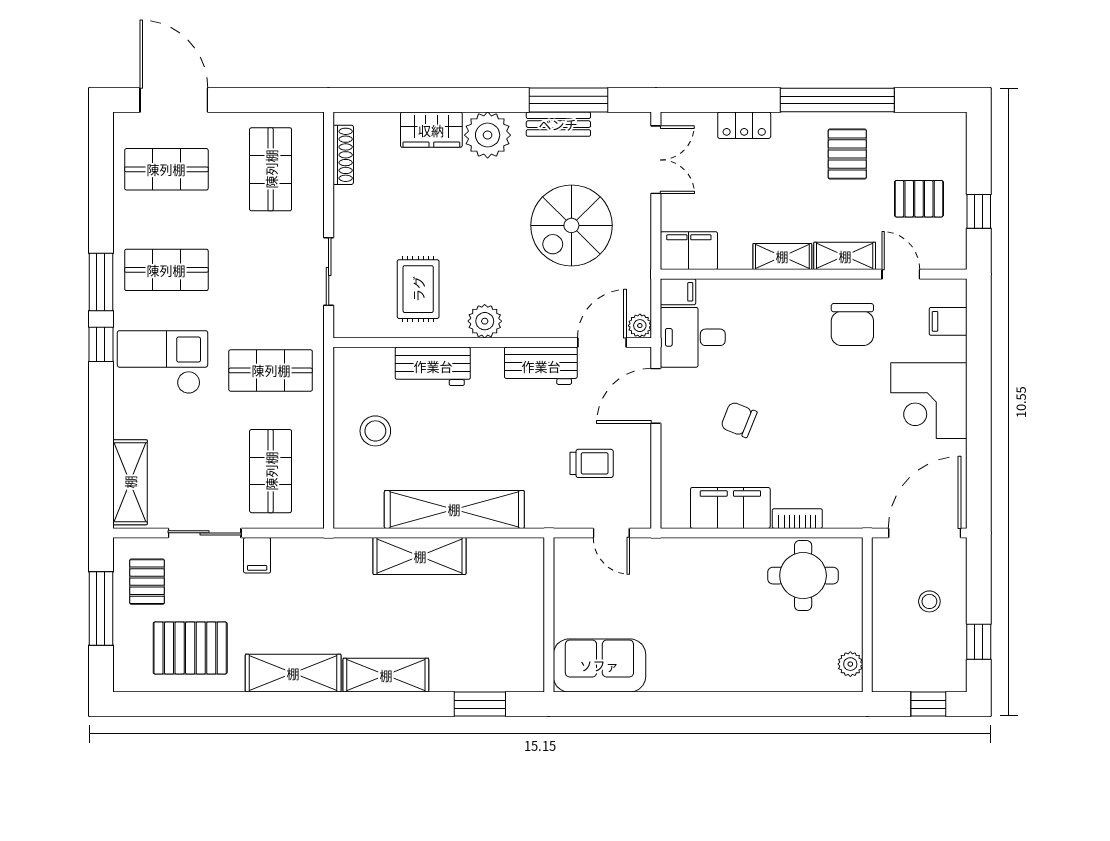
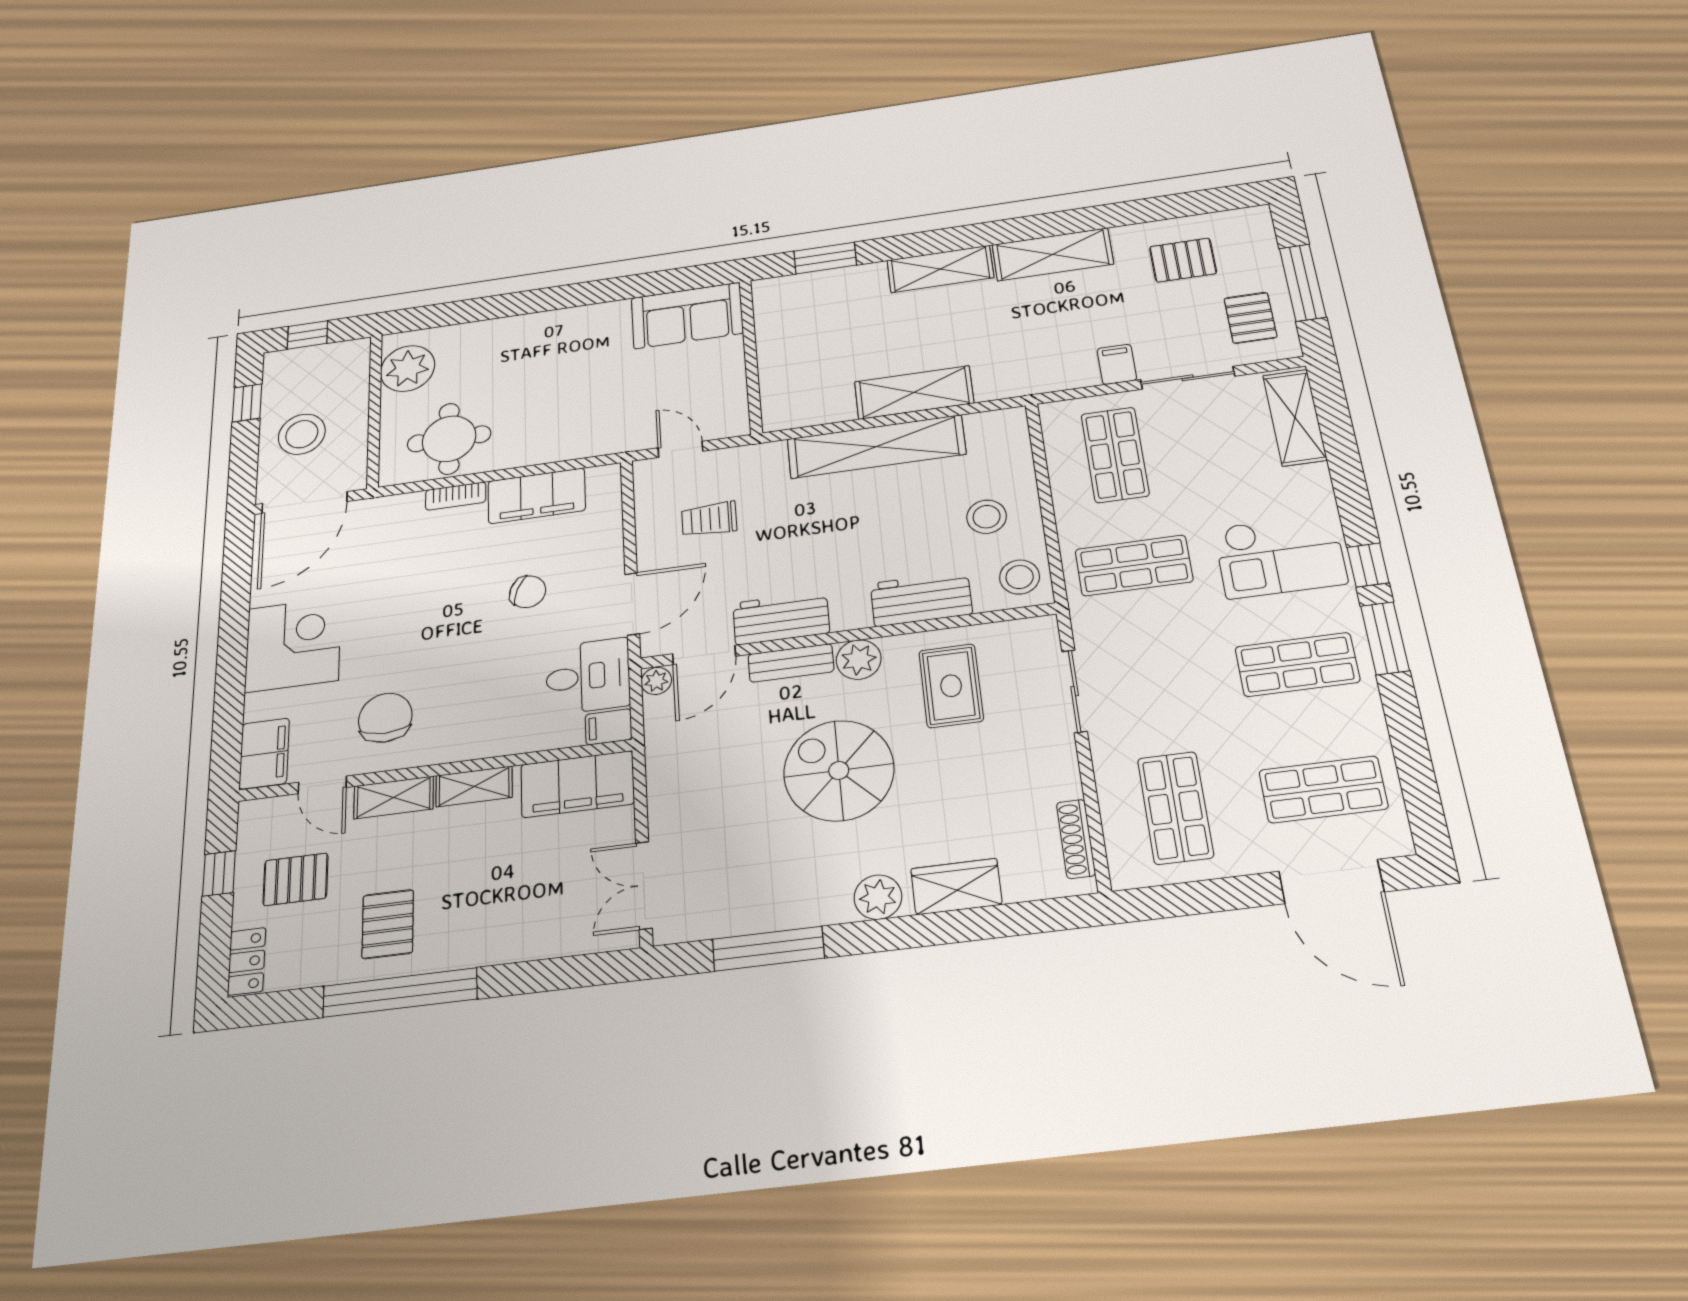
bench: (558, 124) -> (791, 663), moved
locker: (744, 125) -> (247, 961), moved, turned 90
plant: (488, 135) -> (878, 897), width x0.73, depth x0.73
spiral stairs: (571, 225) -> (839, 771), moved, turned -90
filing cabinet: (689, 251) -> (577, 784), width x1.50, depth x1.17
filing cabinet: (948, 321) -> (264, 754), width x2.00
stool: (357, 374) -> (1020, 577), added
stool: (929, 601) -> (302, 434), width x1.89, depth x1.89
pallet: (190, 648) -> (1183, 260), width x0.67, depth x0.71
plant: (850, 664) -> (408, 368), width x1.88, depth x1.88

